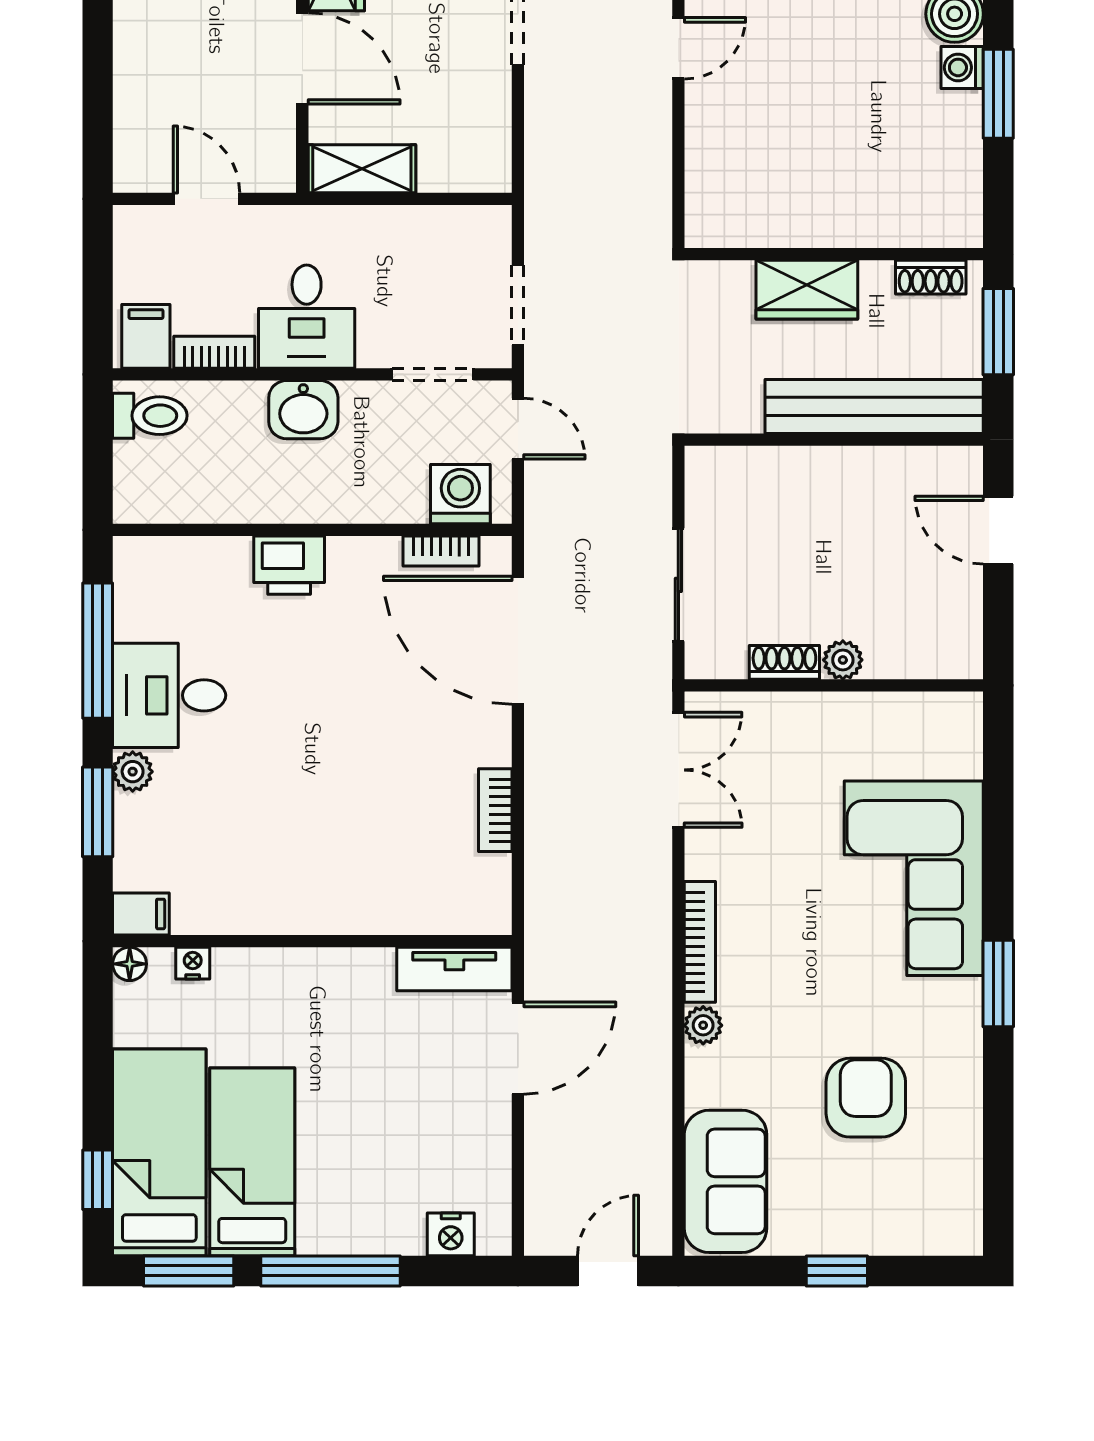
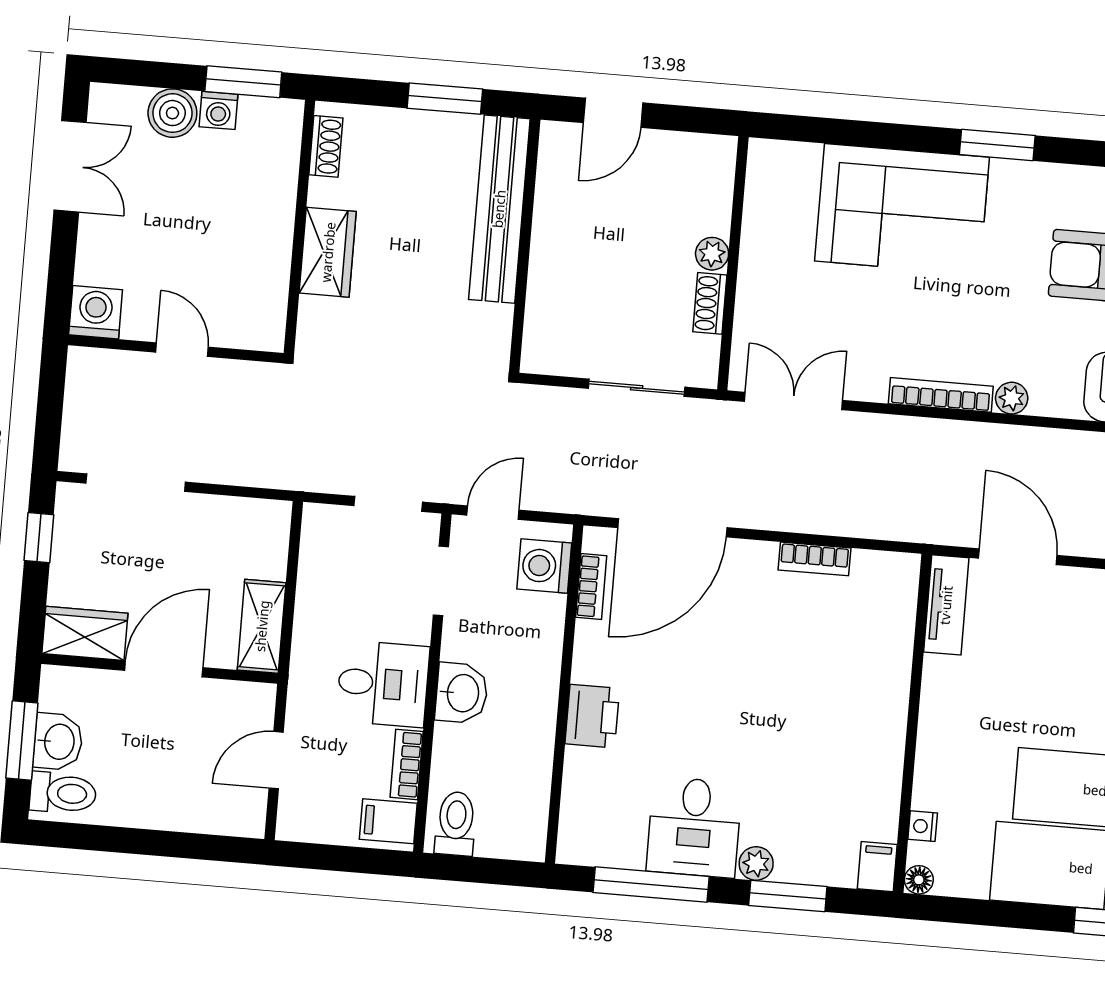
wall: (834, 254) -> (299, 227), moved
shoe rack: (931, 277) -> (326, 146), moved
wardrobe: (807, 290) -> (328, 252), moved

